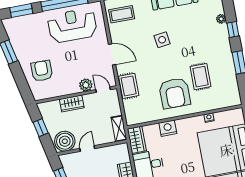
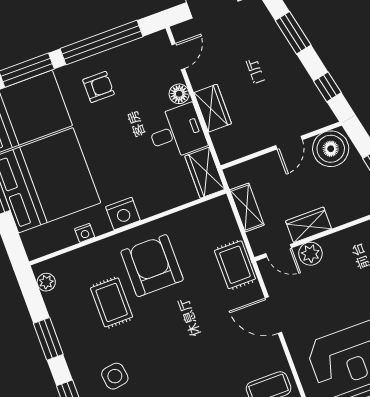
side table: (162, 40) -> (115, 376), moved
plant: (235, 94) -> (46, 282), added
wardrobe: (72, 103) -> (309, 225), moved
shelving: (119, 128) -> (247, 208), moved
nightstand: (168, 128) -> (123, 214), moved

